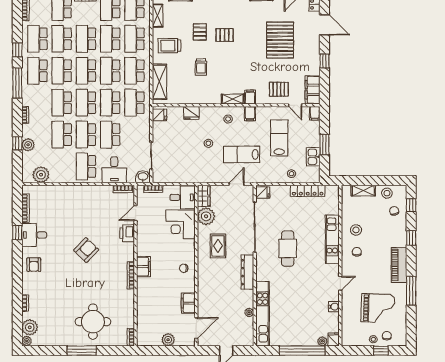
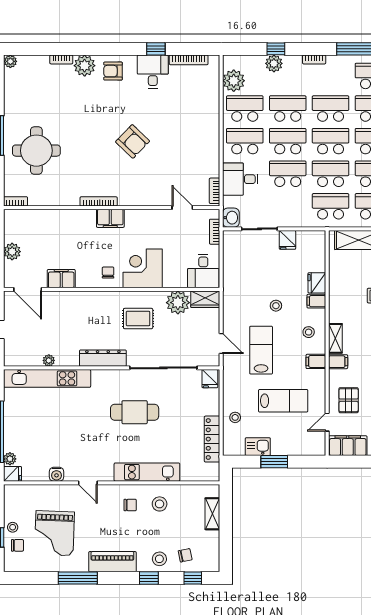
filing cabinet: (315, 113) -> (316, 301), moved
fridge: (159, 115) -> (287, 240), moved
school desk: (62, 166) -> (245, 109), added
stool: (387, 193) -> (159, 559), moved
corner desk: (181, 224) -> (143, 268), moved
printer: (127, 233) -> (155, 196), removed
plant: (30, 327) -> (85, 66), moved

